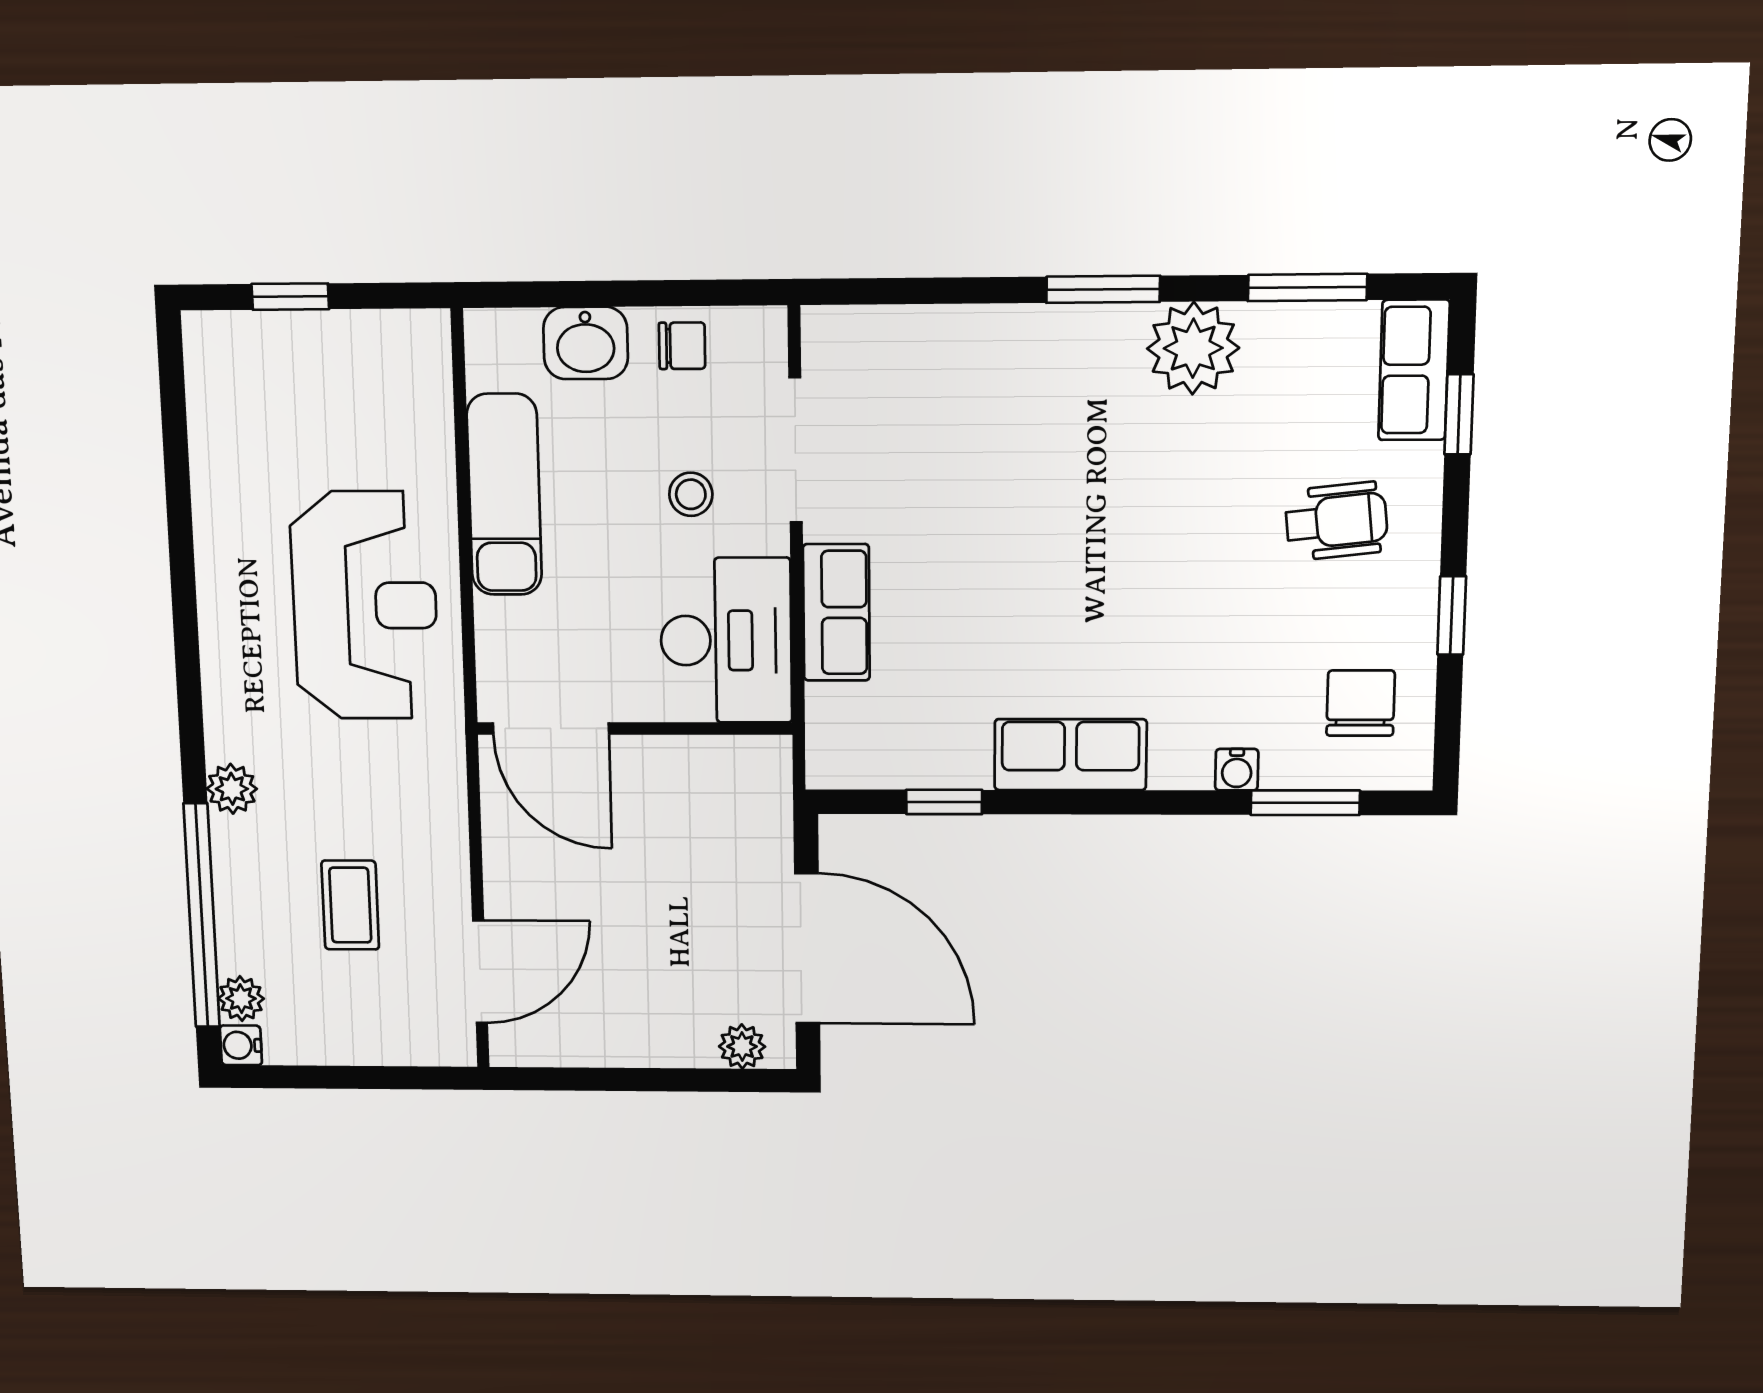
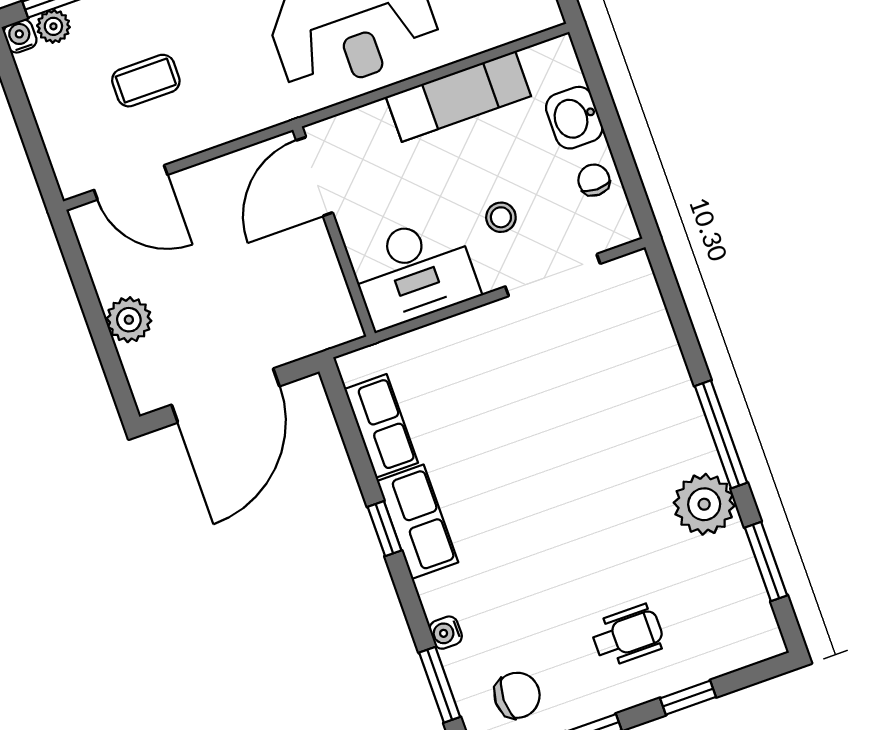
window: (1103, 289) -> (721, 434), width x1.44
chair: (682, 346) -> (594, 180), turned 180
row of seats: (1414, 370) -> (738, 647), removed
window: (1459, 414) -> (688, 698), moved
wheelchair: (1337, 521) -> (628, 635), turned -84
row of seats: (836, 613) -> (381, 426), moved, turned -90
window: (944, 802) -> (384, 529), moved
plant: (742, 1046) -> (129, 320), moved, width x1.38, depth x1.38

